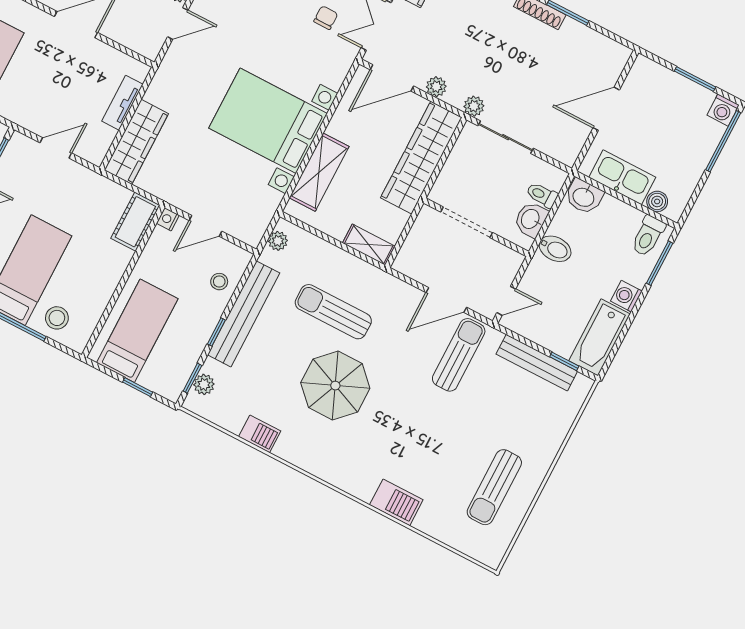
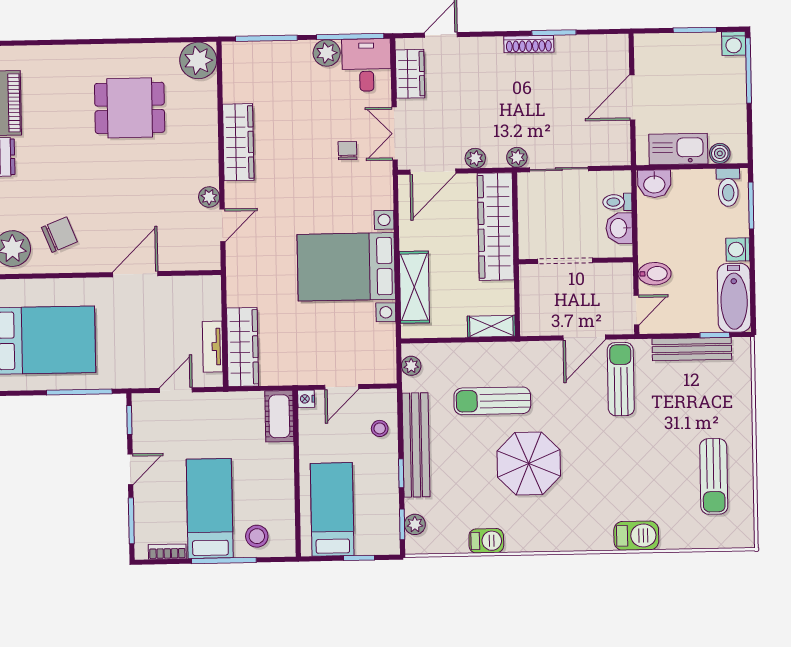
tv unit: (122, 103) -> (213, 347), moved
bidet: (555, 249) -> (655, 274), moved

